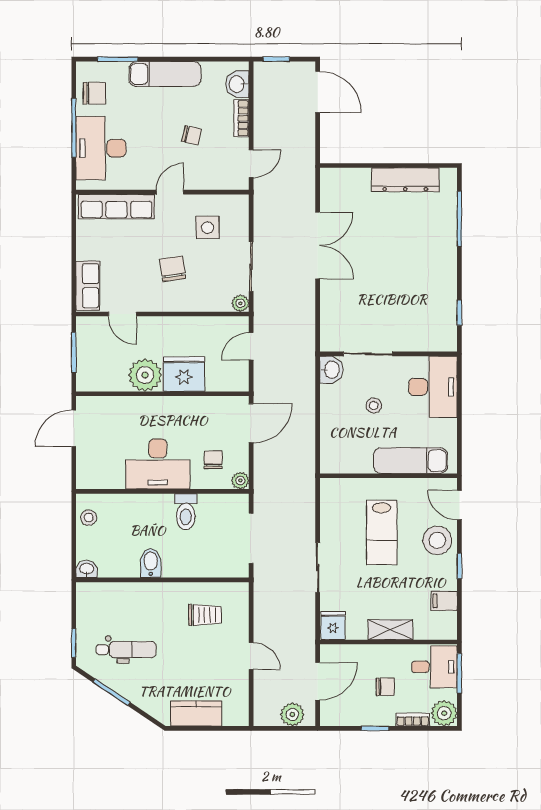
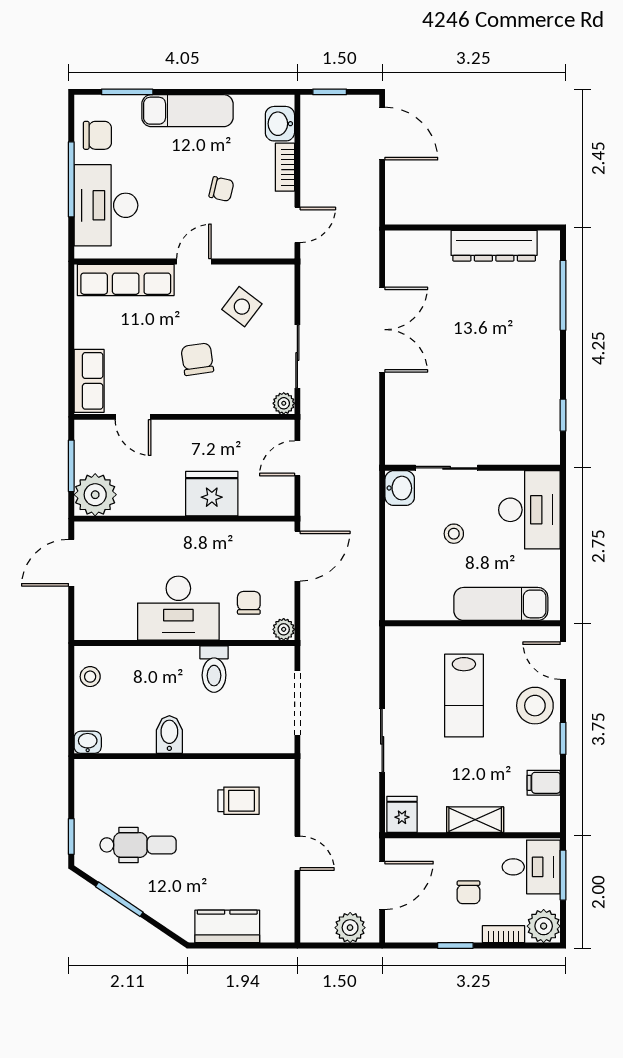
side table: (208, 228) -> (242, 307), turned 37
plant: (145, 375) -> (95, 495), moved
chair: (385, 687) -> (469, 892), turned 90

